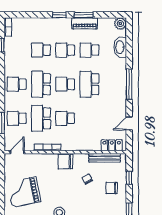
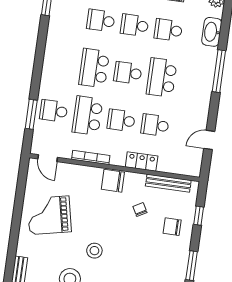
school desk: (17, 84) -> (155, 125), moved
window: (129, 84) -> (219, 71), moved
locker: (112, 145) -> (142, 162), moved
door: (17, 152) -> (48, 158), swing flipped

